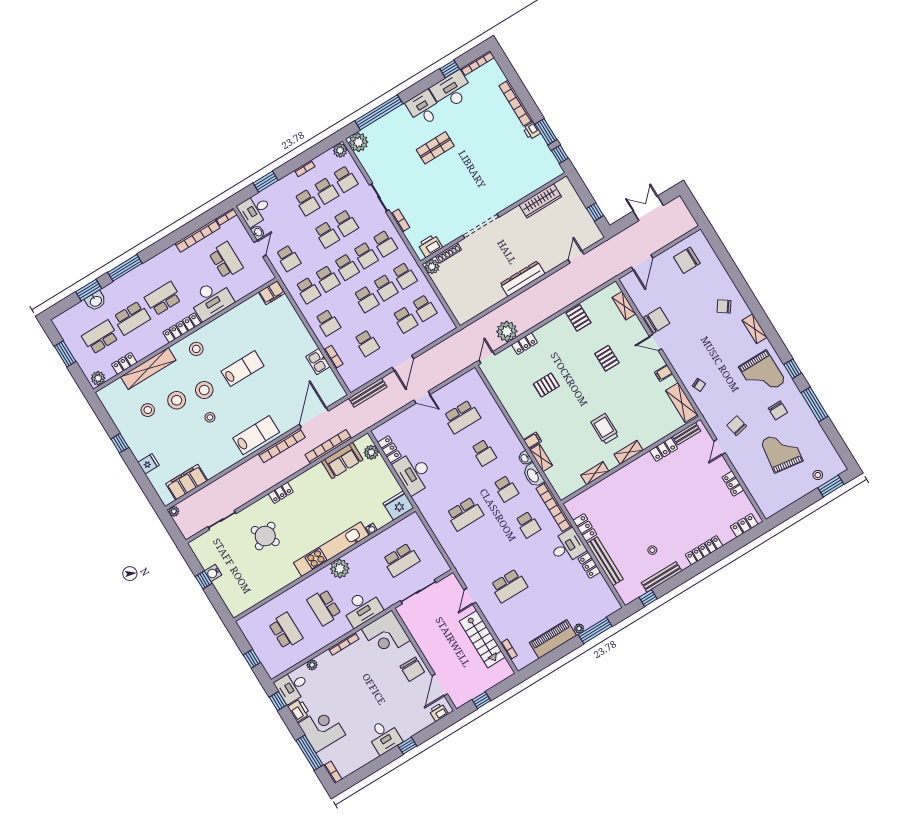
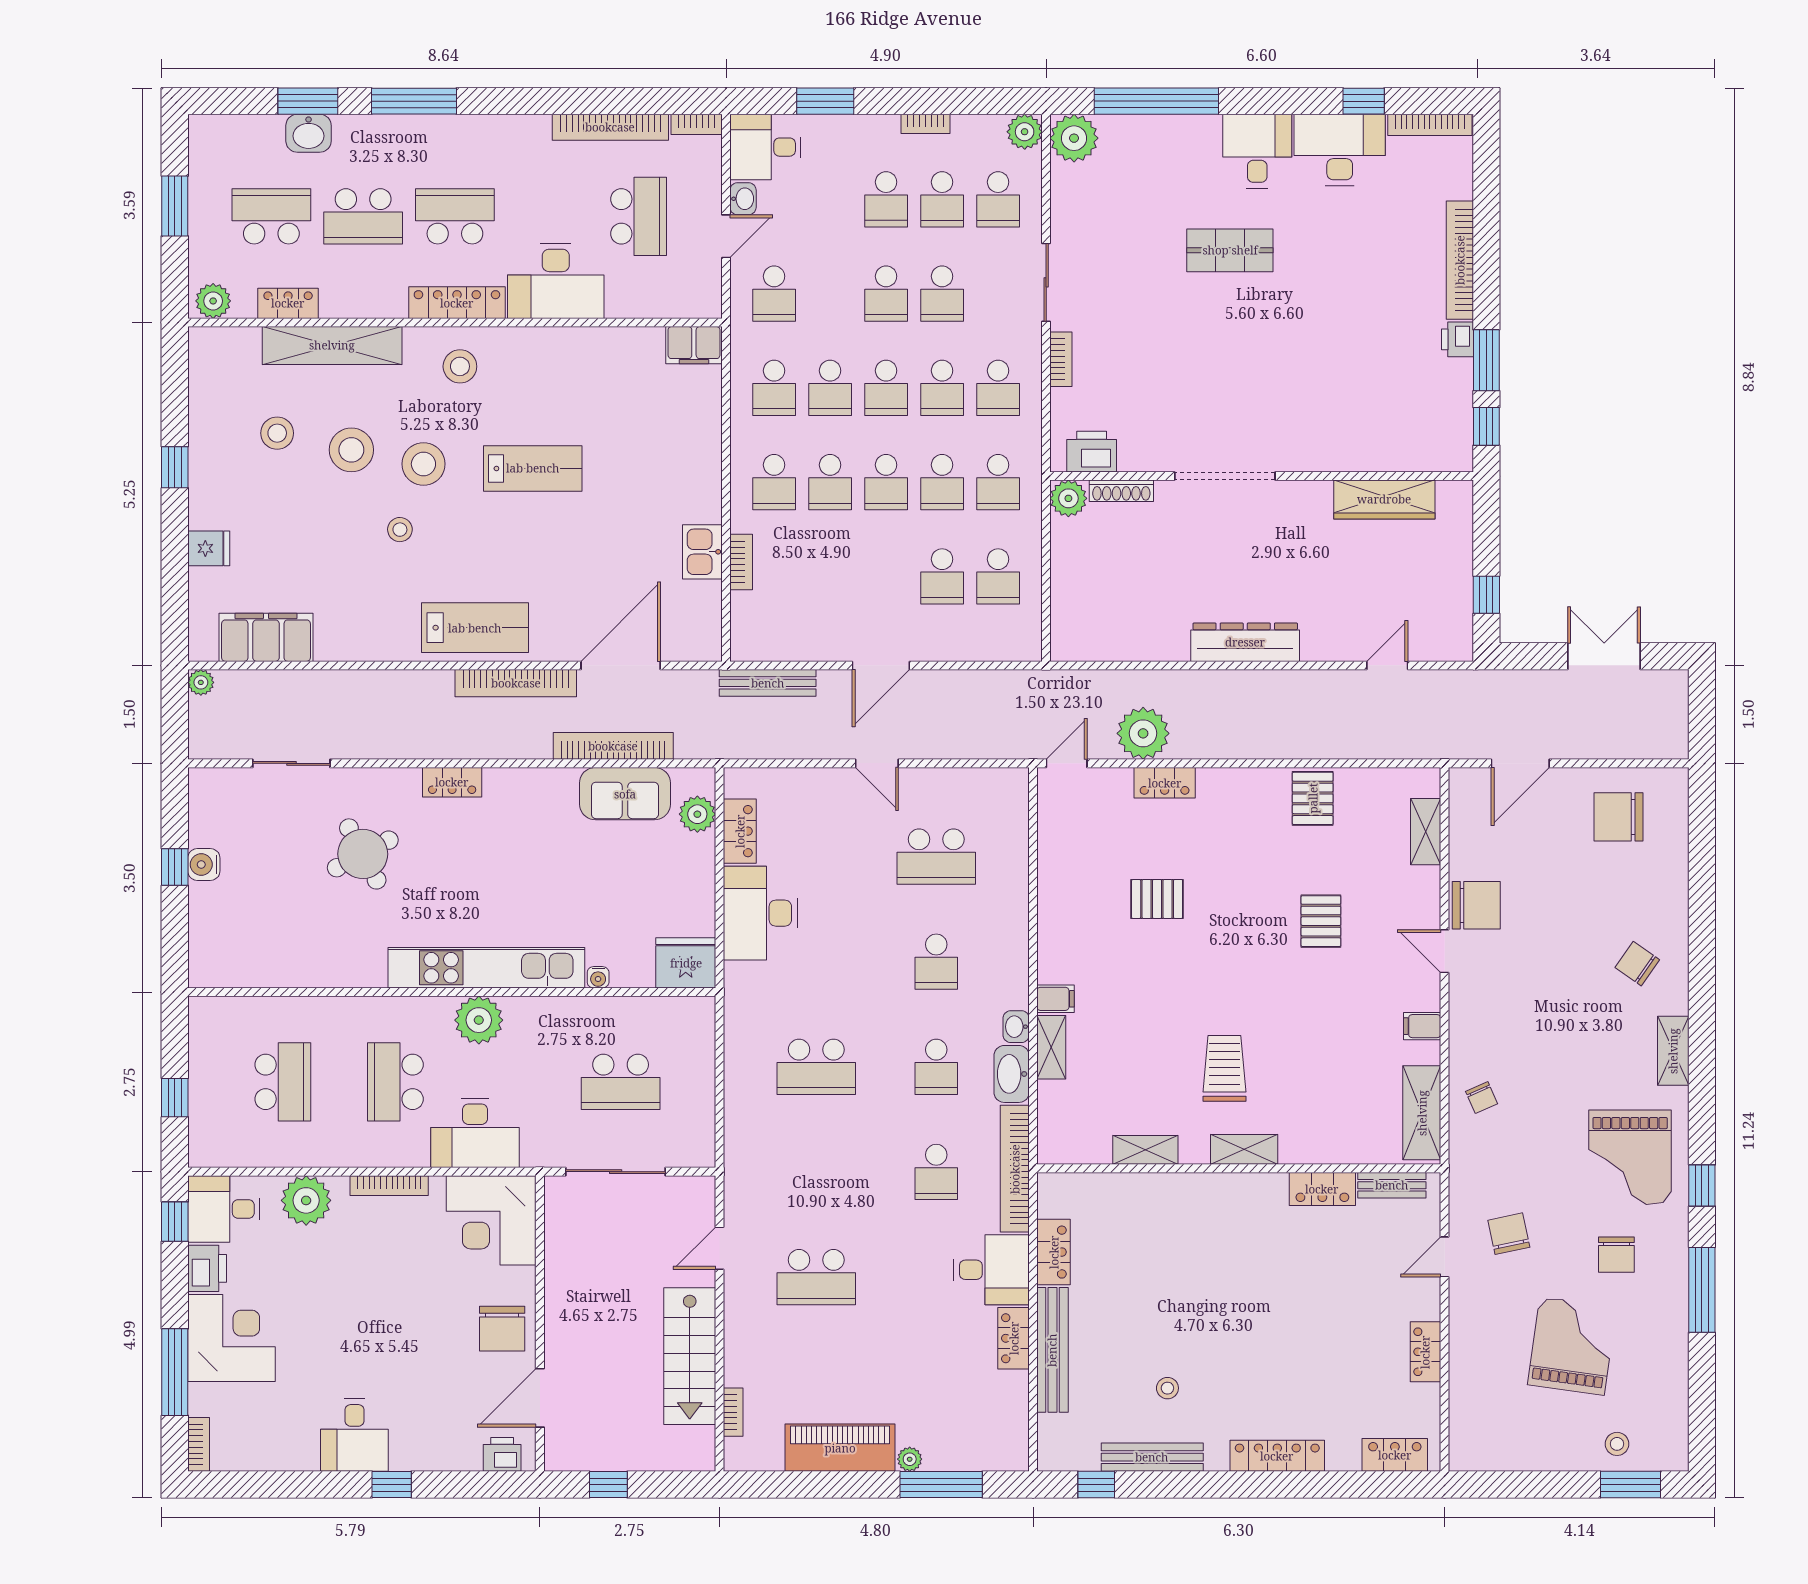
school desk: (367, 343) -> (830, 482), moved
plant: (312, 665) -> (306, 1200), width x1.88, depth x1.88

